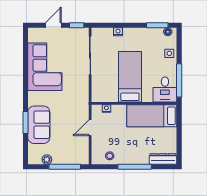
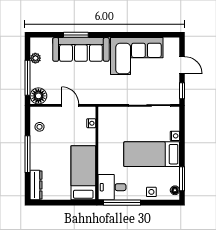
bed: (130, 77) -> (152, 154), moved, turned 180
sofa: (39, 125) -> (81, 49), width x1.36
floor lamp: (81, 157) -> (38, 96), added

